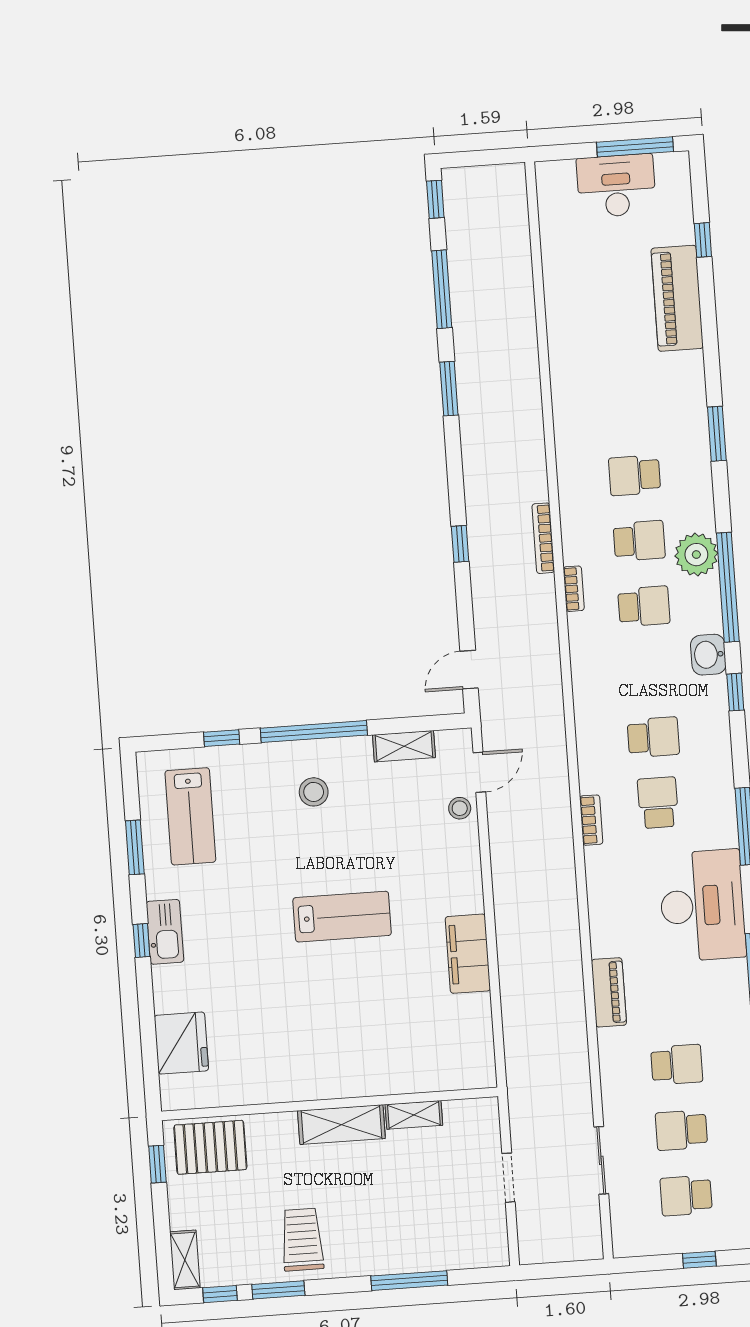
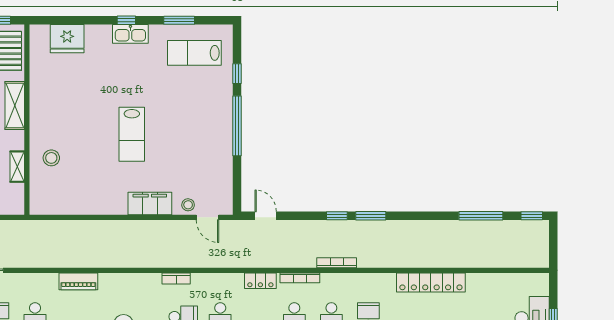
locker: (566, 369) -> (431, 282), added
window: (449, 389) -> (371, 216), moved
bookcase: (574, 589) -> (300, 278), width x1.56
locker: (585, 671) -> (260, 281), added
shelving: (404, 746) -> (225, 176), removed
stool: (314, 792) -> (51, 158), moved
filing cabinet: (468, 954) -> (150, 204), moved
shelving: (341, 1125) -> (15, 105), moved

